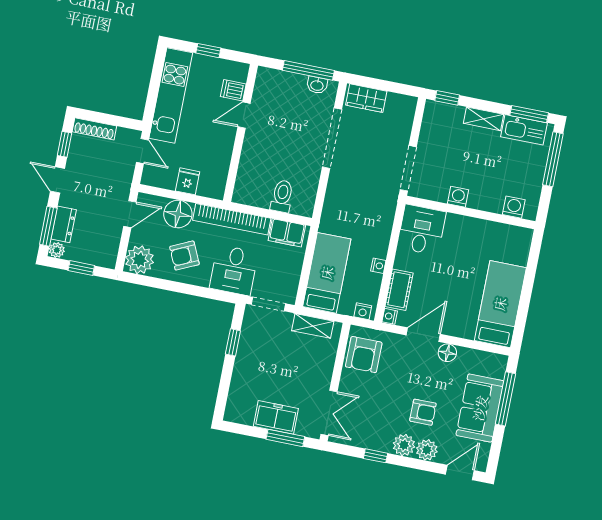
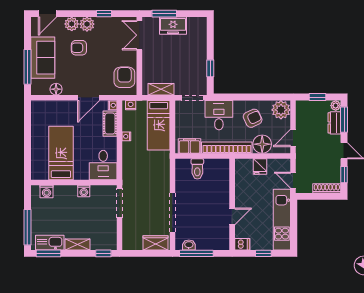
dishwasher: (233, 90) -> (242, 244), moved
bed: (500, 304) -> (61, 153), moved, turned 180
floor lamp: (447, 353) -> (56, 89), moved

